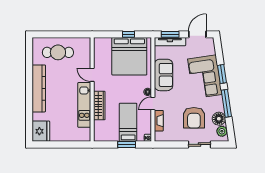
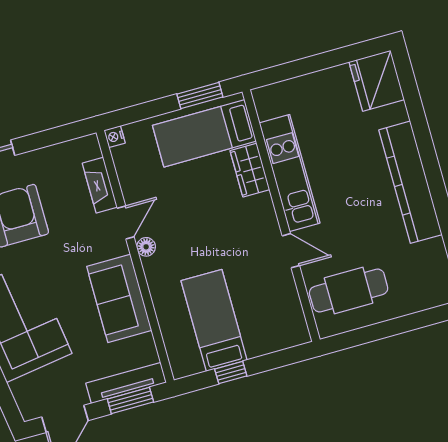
cafe table: (58, 52) -> (349, 291), moved
bed: (129, 56) -> (214, 320), width x0.49
wardrobe: (99, 106) -> (250, 170), width x0.67
bed: (128, 122) -> (204, 133), moved, turned 90
window: (127, 144) -> (200, 95), moved

